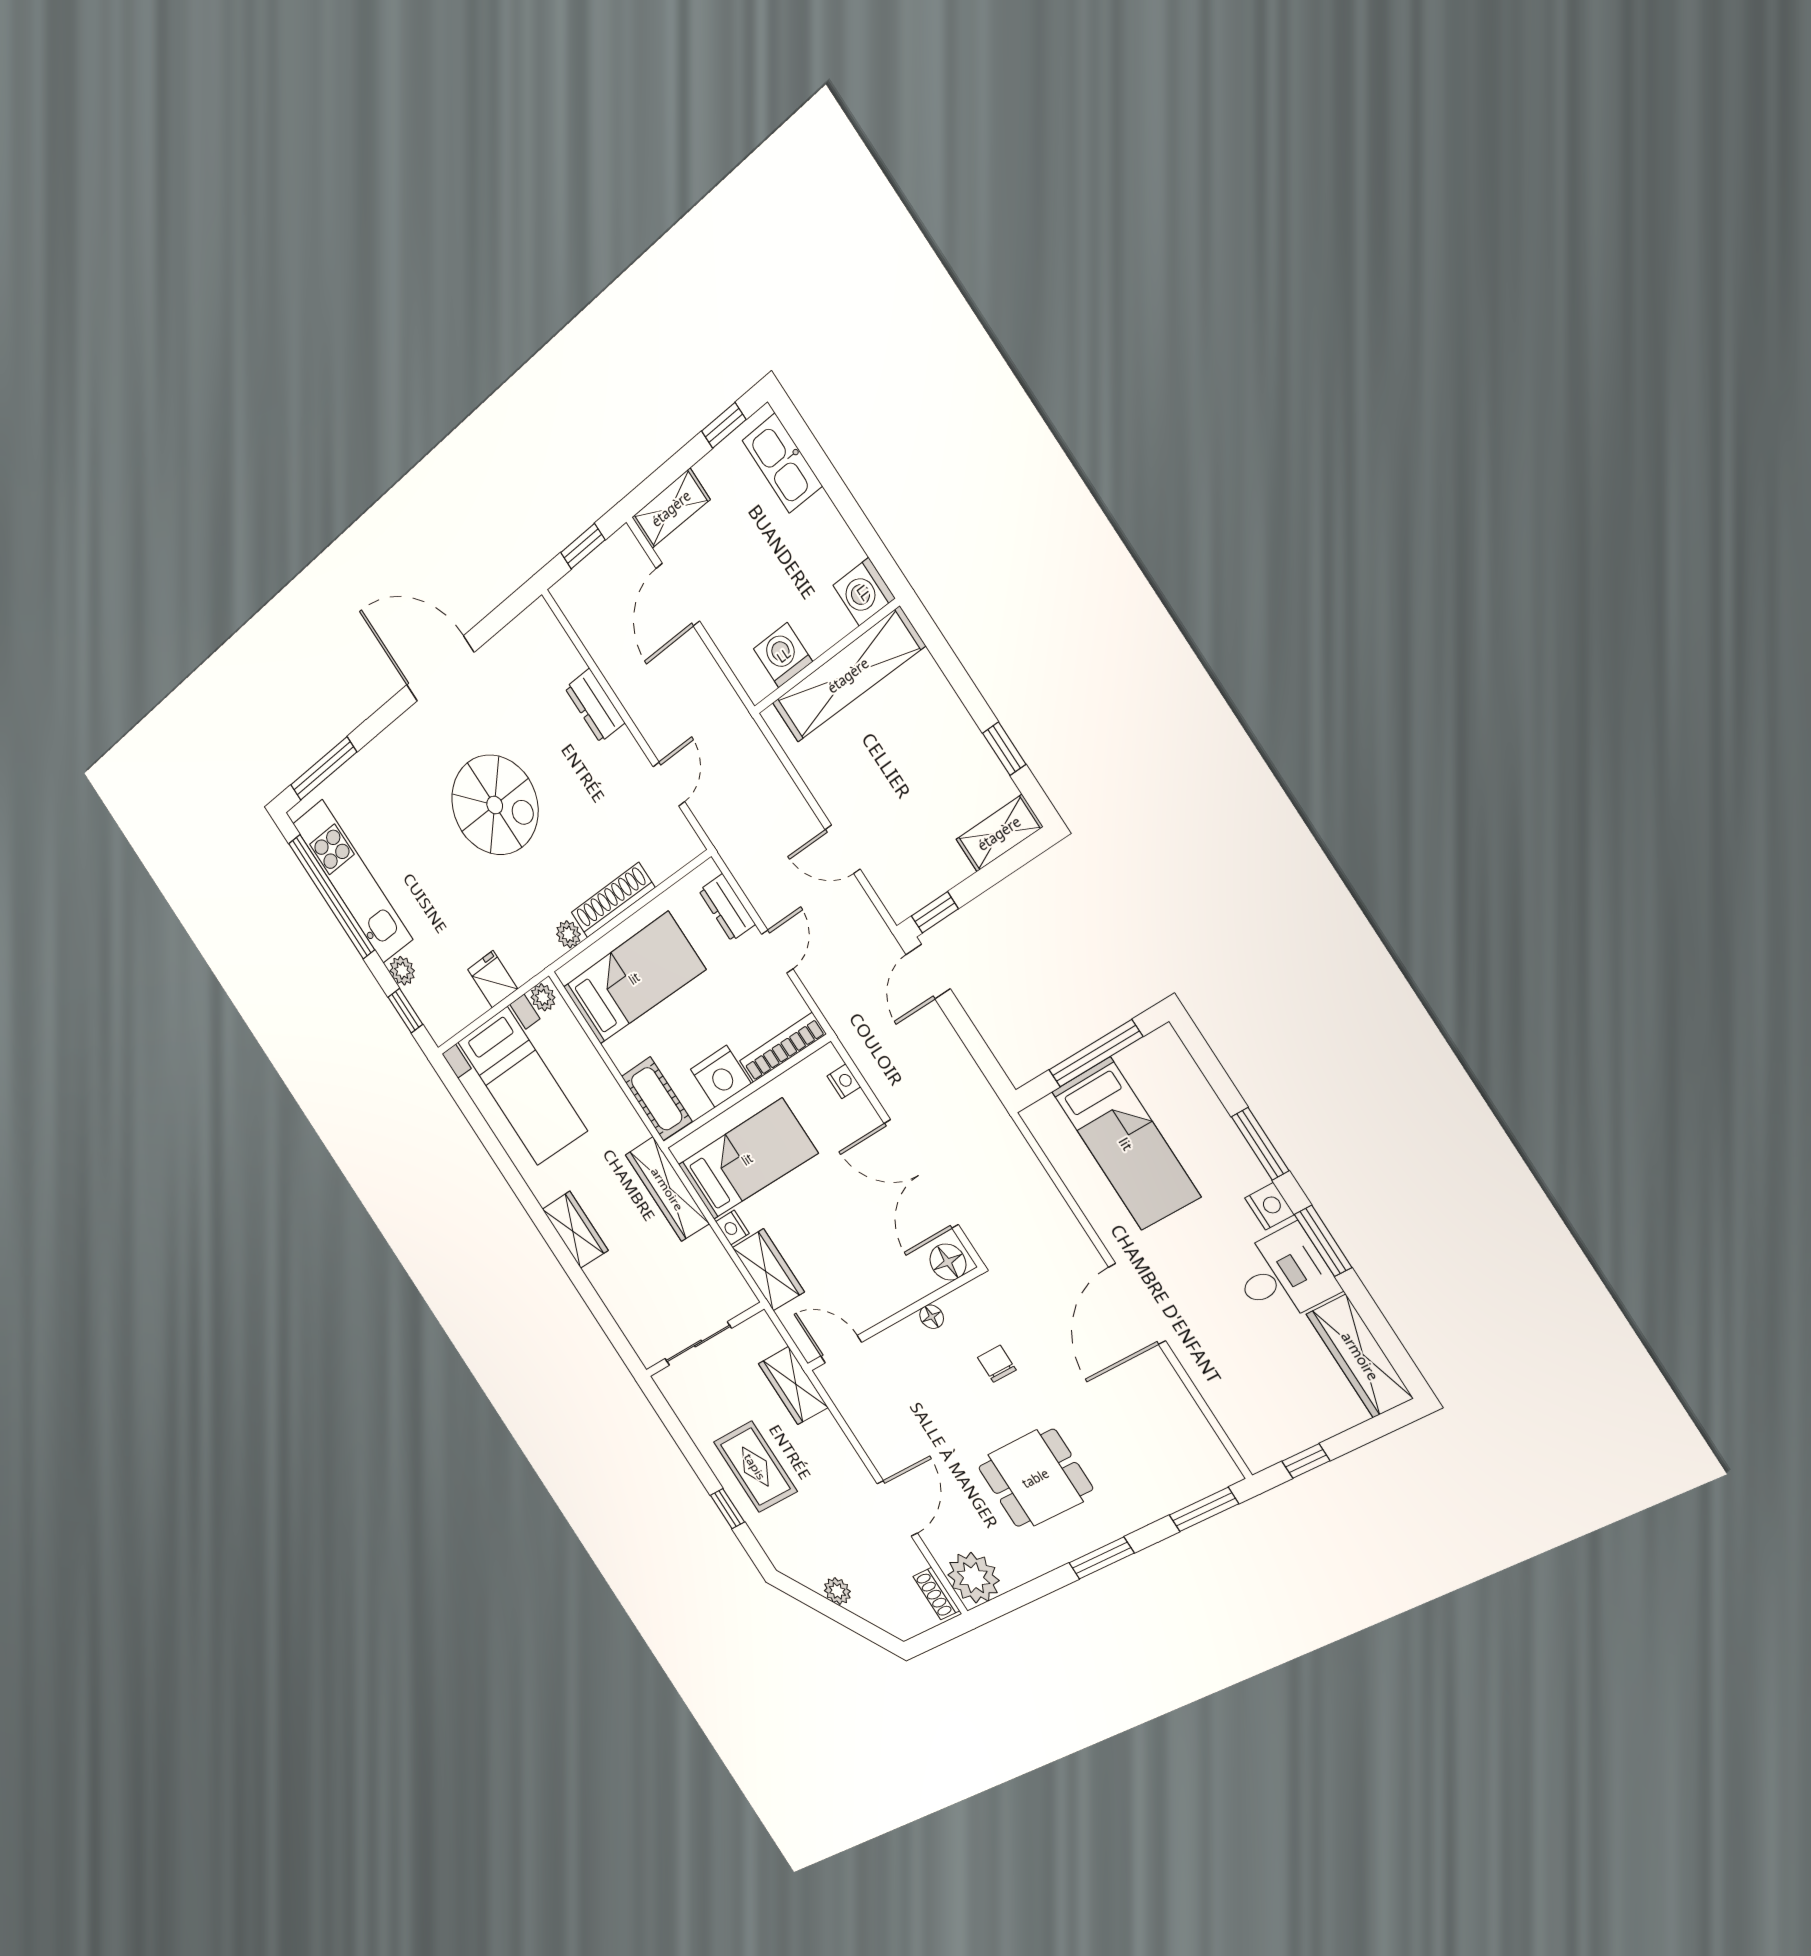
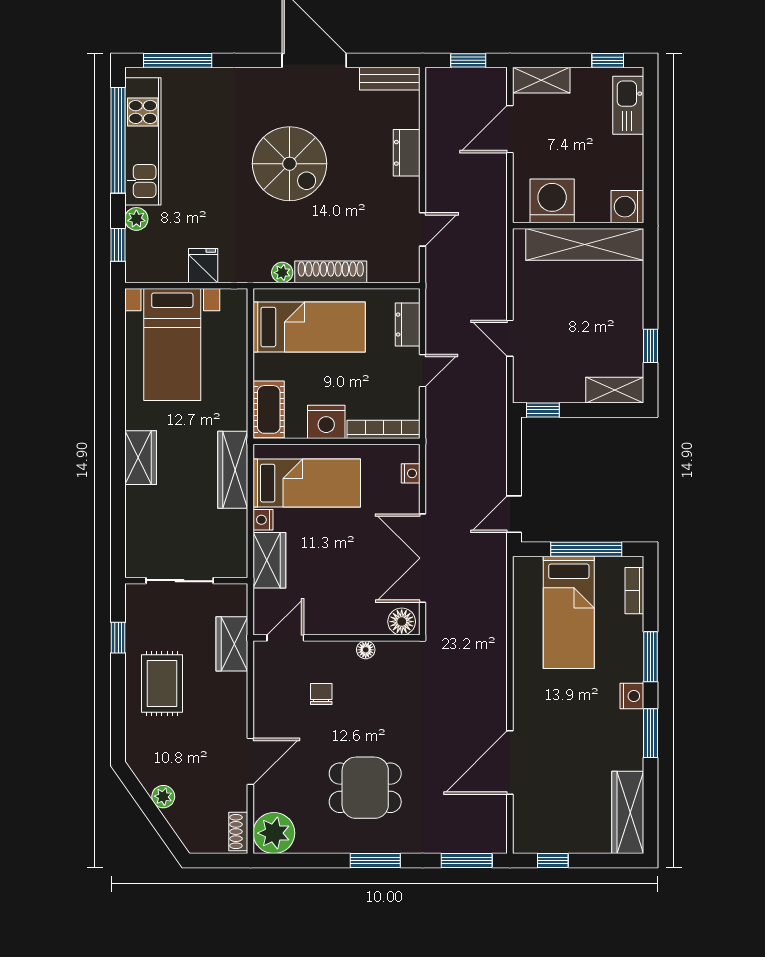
bench: (522, 631) -> (390, 79), added
washing machine: (783, 655) -> (552, 201), width x1.37, depth x1.37
door: (928, 972) -> (514, 514), moved
plant: (543, 997) -> (233, 299), removed
bookcase: (1186, 1071) -> (634, 591), added
desk: (1283, 1275) -> (613, 741), removed
door: (1137, 1304) -> (510, 762), moved
door: (841, 1349) -> (285, 638), hinge flipped
chair: (997, 1364) -> (321, 694), moved
window: (727, 1509) -> (118, 638), moved

